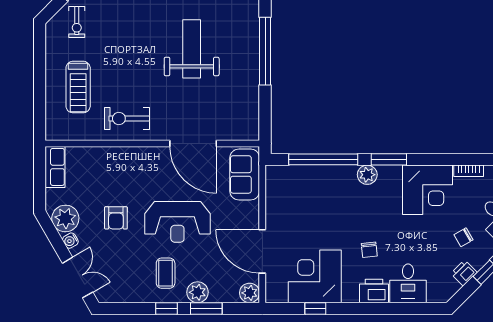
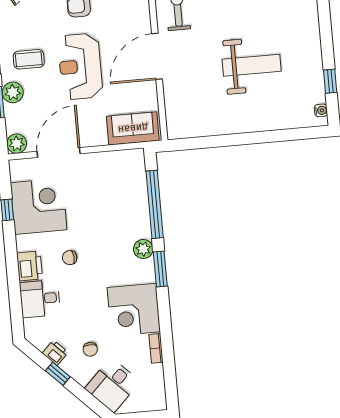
window: (265, 51) -> (256, 138), removed
door: (193, 144) -> (157, 56), moved
chair: (464, 237) -> (90, 349), turned -150

